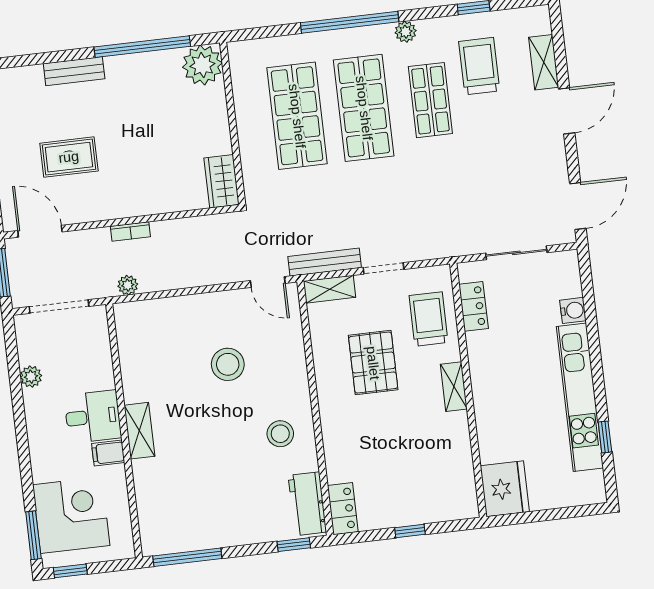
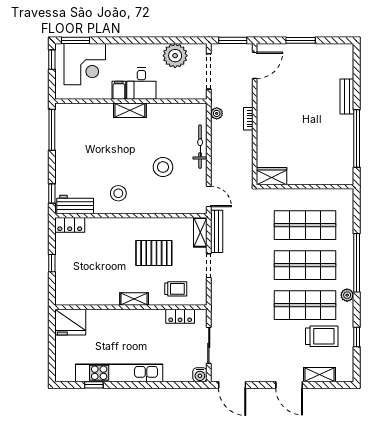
plant: (202, 65) -> (342, 173), removed
shop shelf: (430, 100) -> (305, 305), width x1.43, depth x1.36
rug: (69, 157) -> (296, 88), removed
door: (268, 282) -> (209, 196), swing flipped
bicycle: (186, 306) -> (200, 147), added
water cooler: (573, 310) -> (200, 375), moved
trolley: (429, 319) -> (176, 289), width x0.73, depth x0.72
plant: (31, 377) -> (175, 56), width x1.88, depth x1.88

